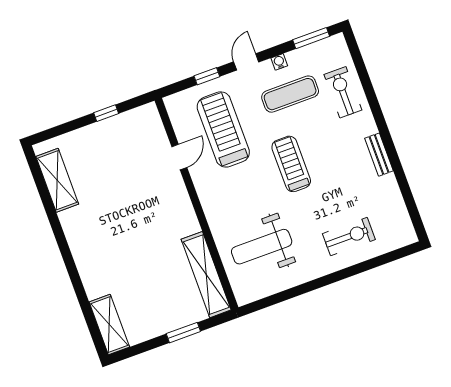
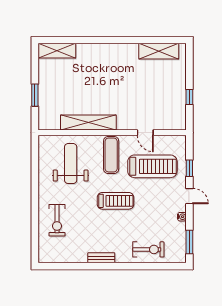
exercise mat: (290, 94) -> (111, 155), moved
shelving: (206, 275) -> (88, 123), moved

